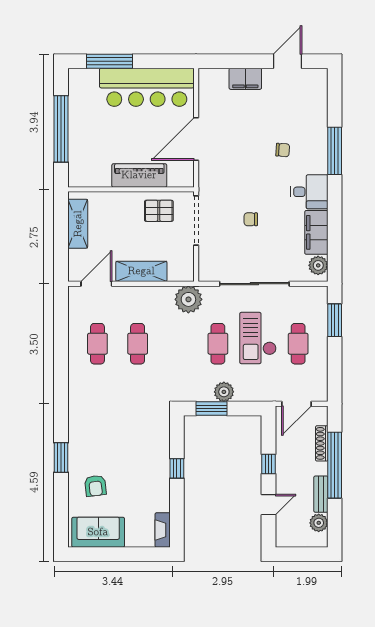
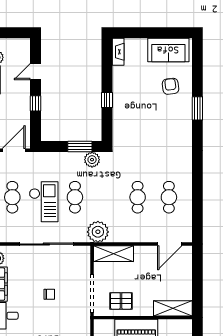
shelving: (78, 224) -> (173, 308), moved, turned 90
shelving: (141, 271) -> (113, 254), moved
plant: (224, 392) -> (92, 160), moved

